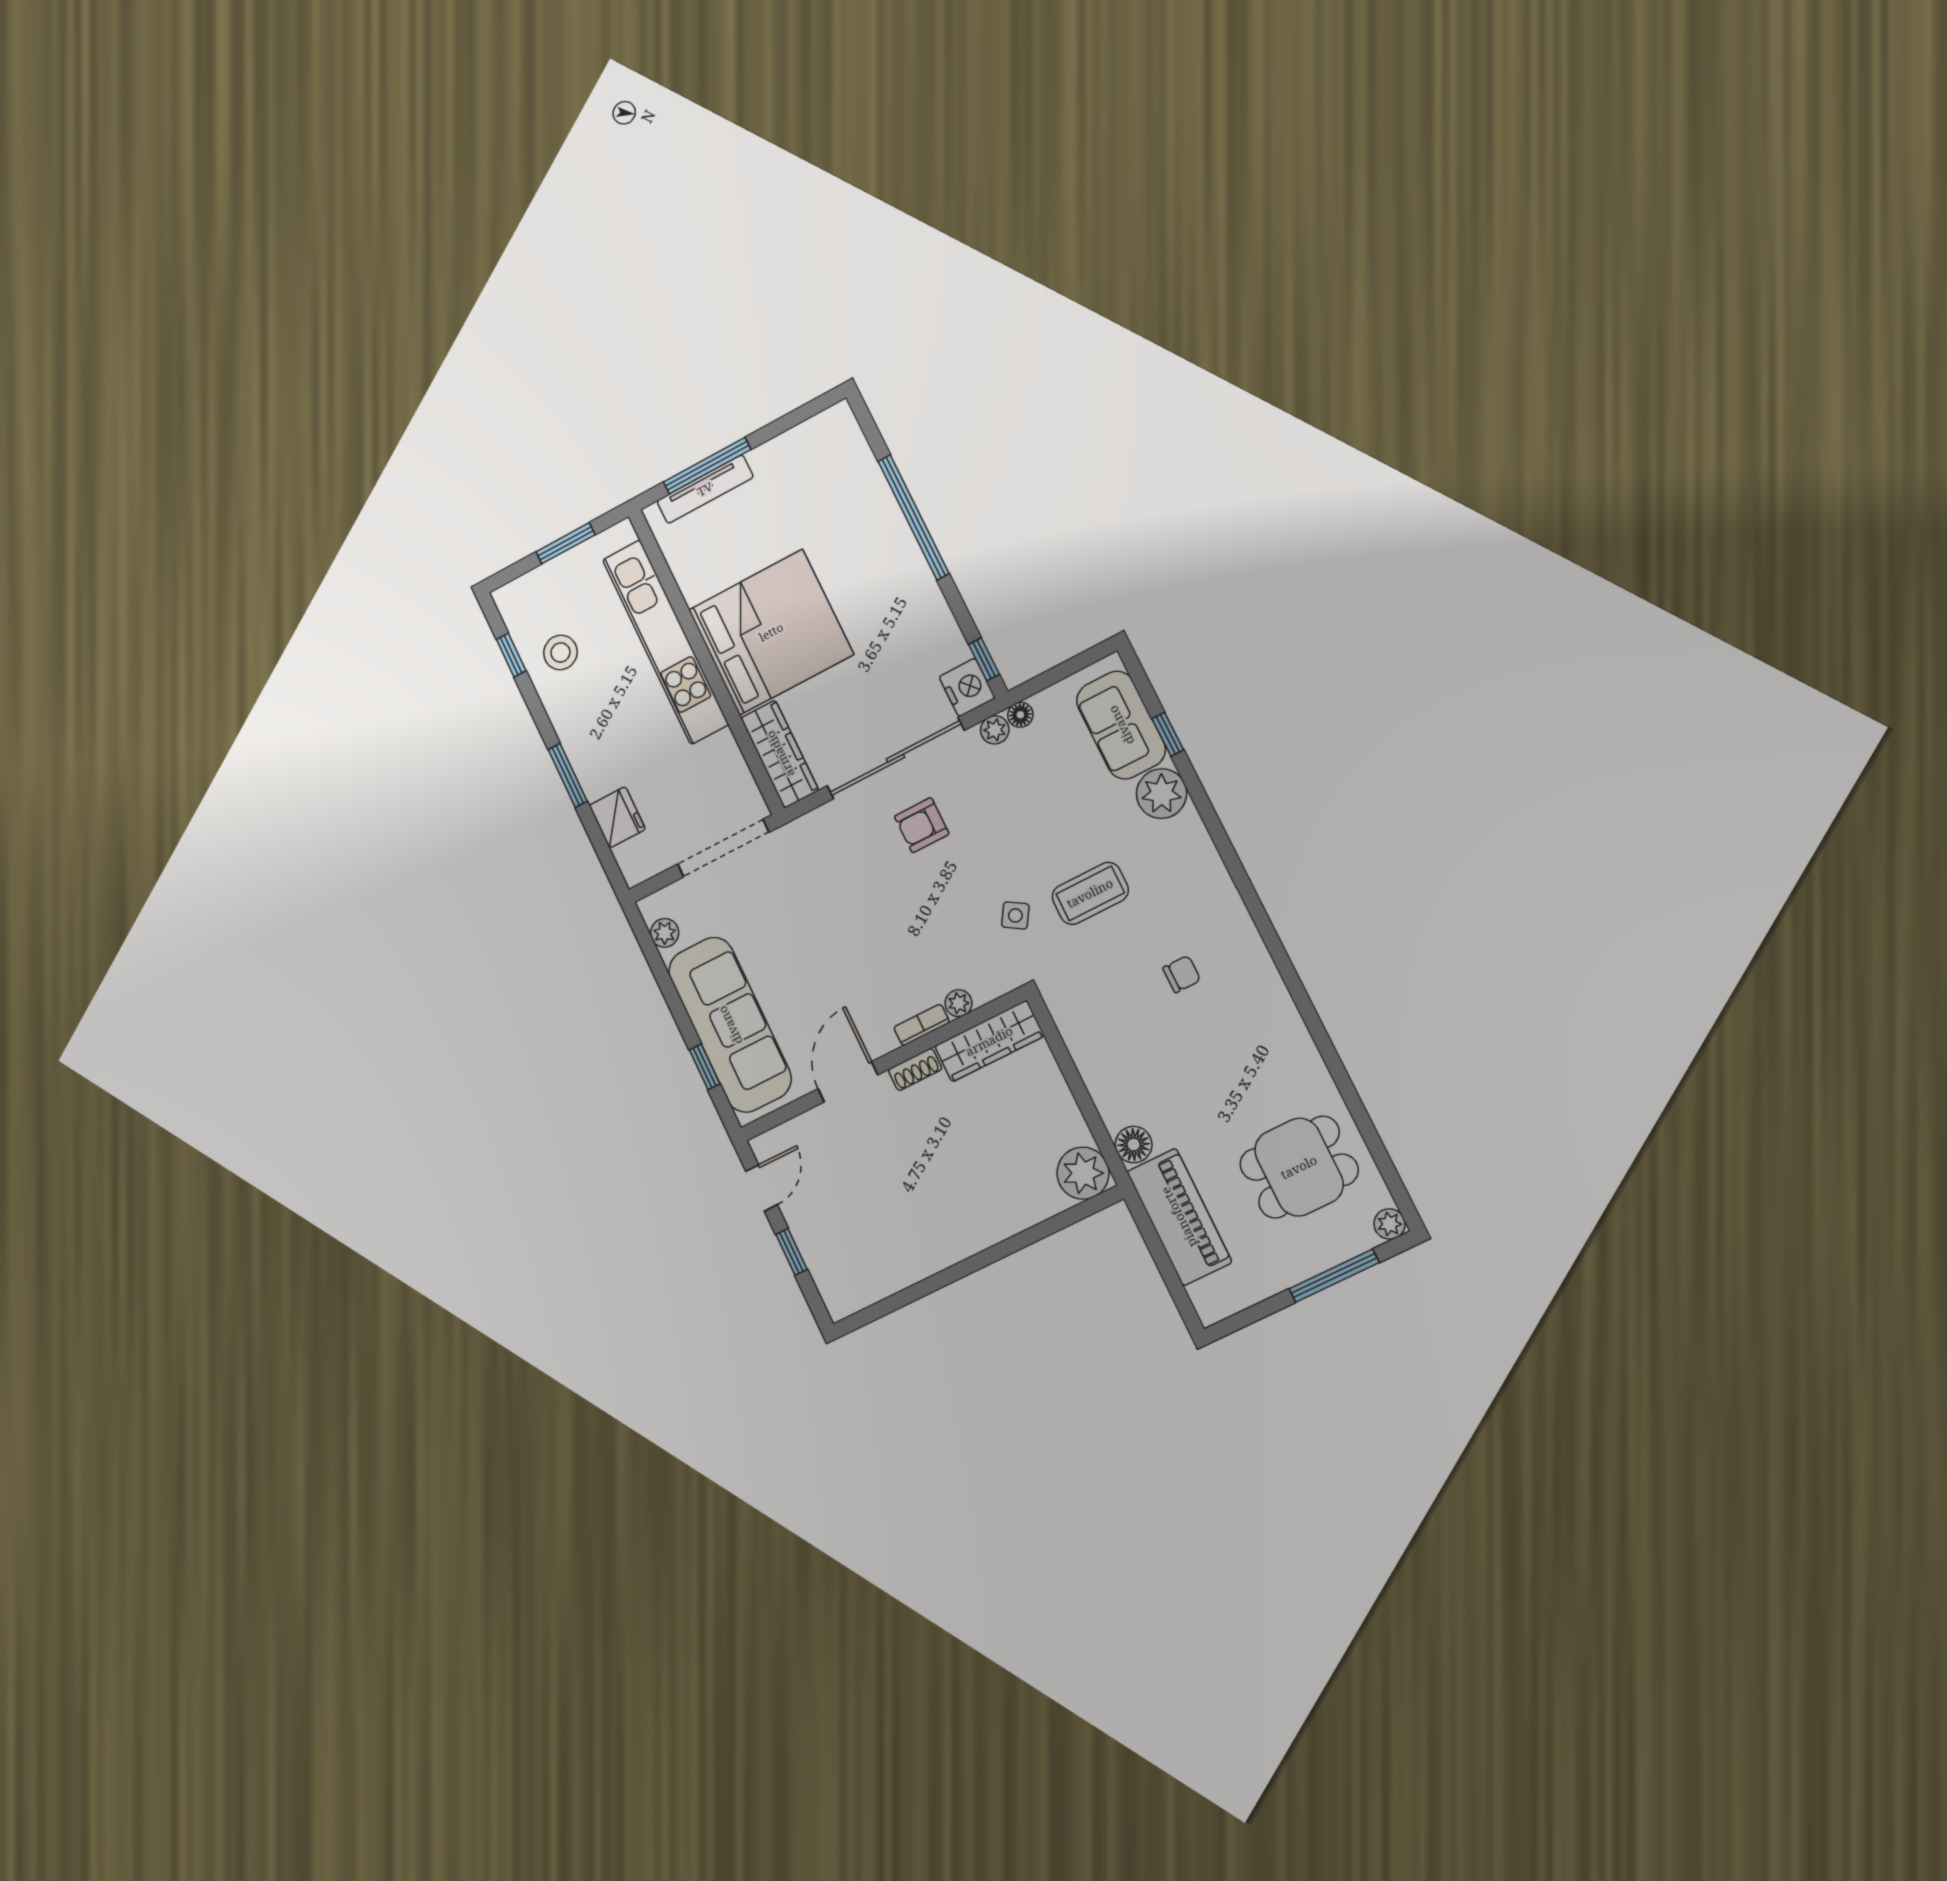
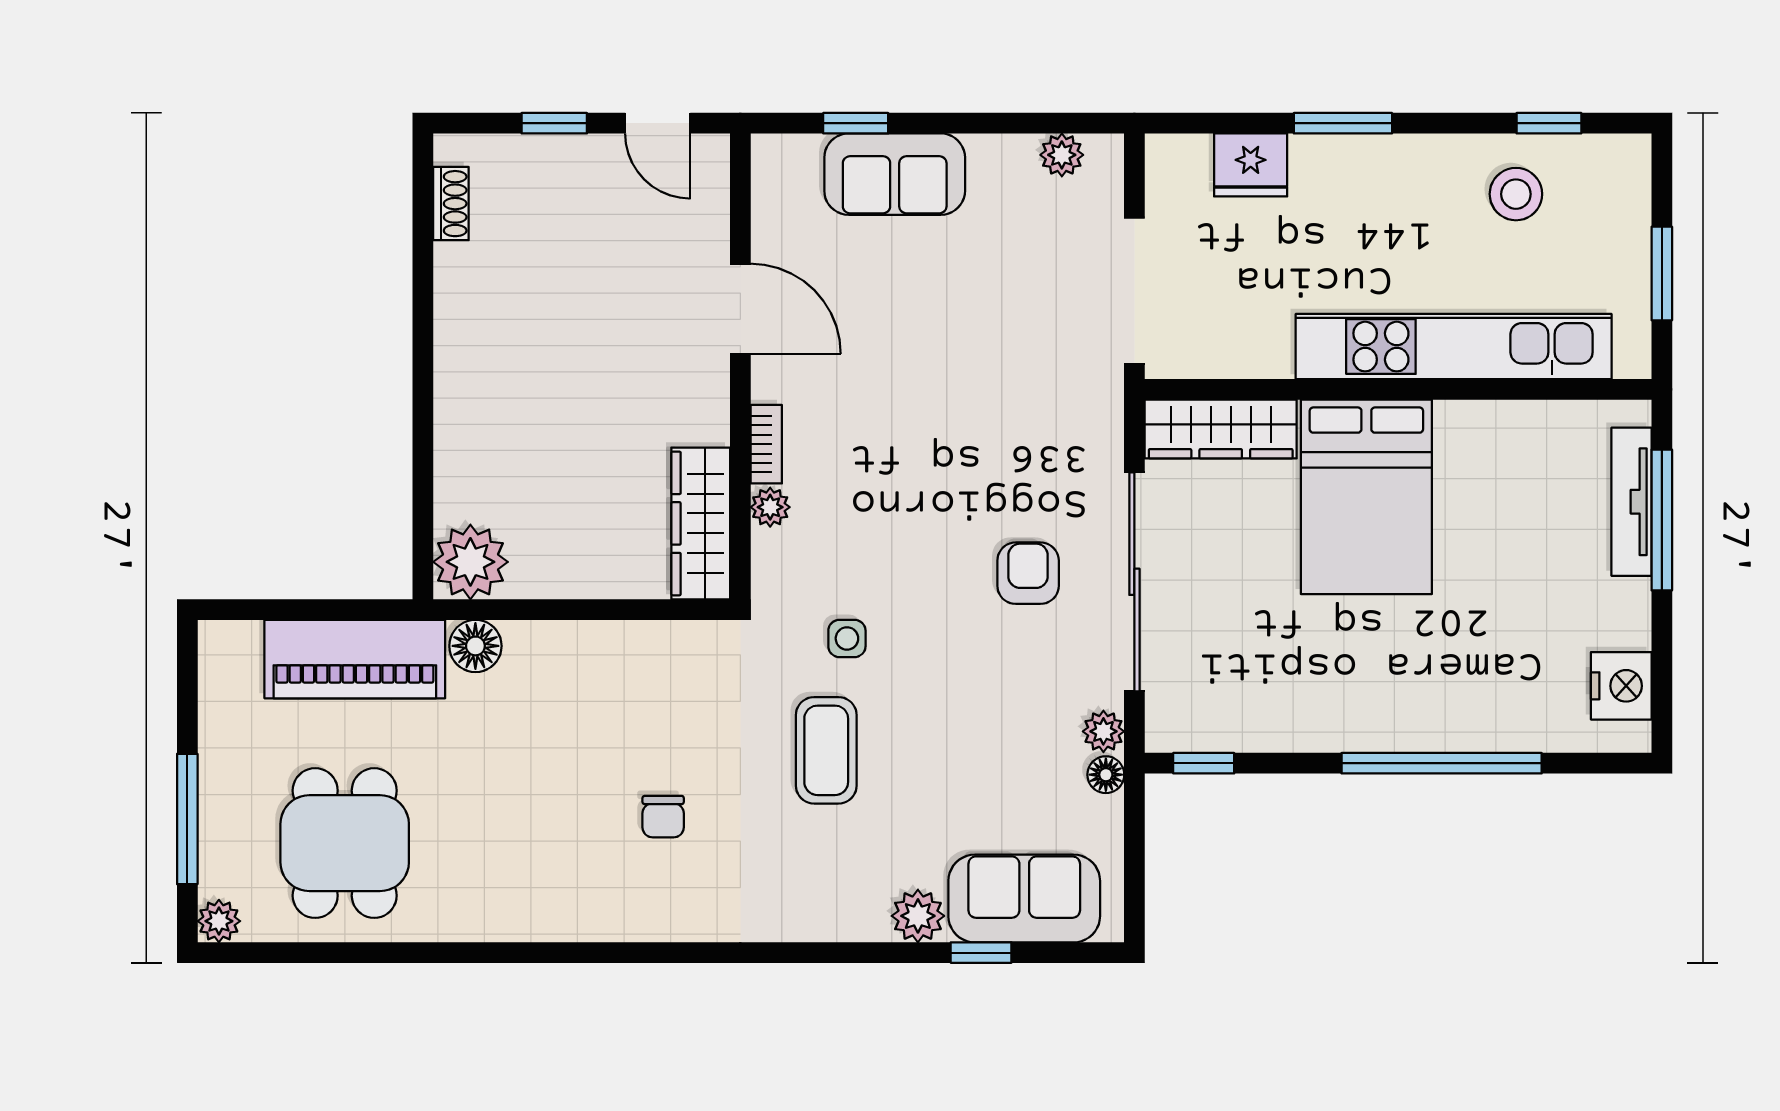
bed: (771, 632) -> (1366, 497), width x0.73
nightstand: (967, 687) -> (1621, 686), moved, turned -90
plant: (1162, 794) -> (918, 916), width x0.73, depth x0.73
side table: (1015, 915) -> (847, 638), turned -32
sofa: (730, 1025) -> (895, 174), width x0.54, depth x0.79
shoe rack: (915, 1069) -> (451, 204), moved, turned 180

